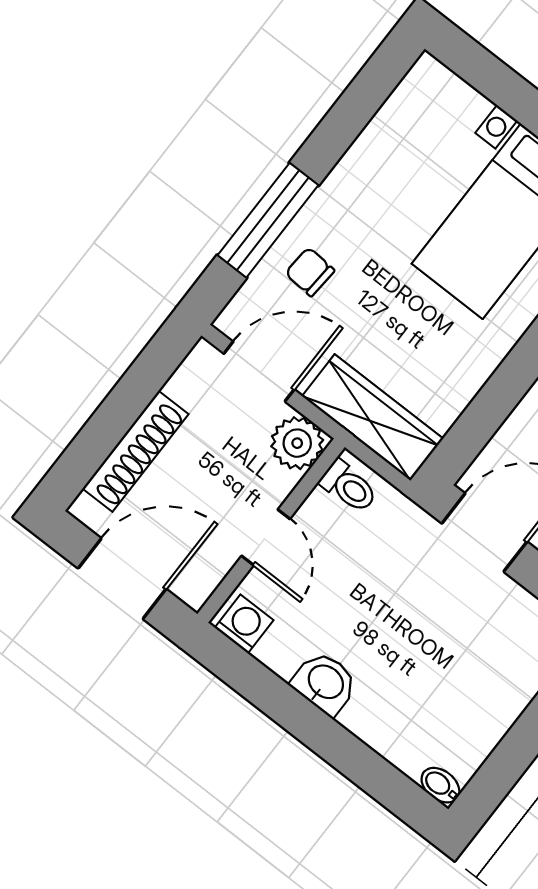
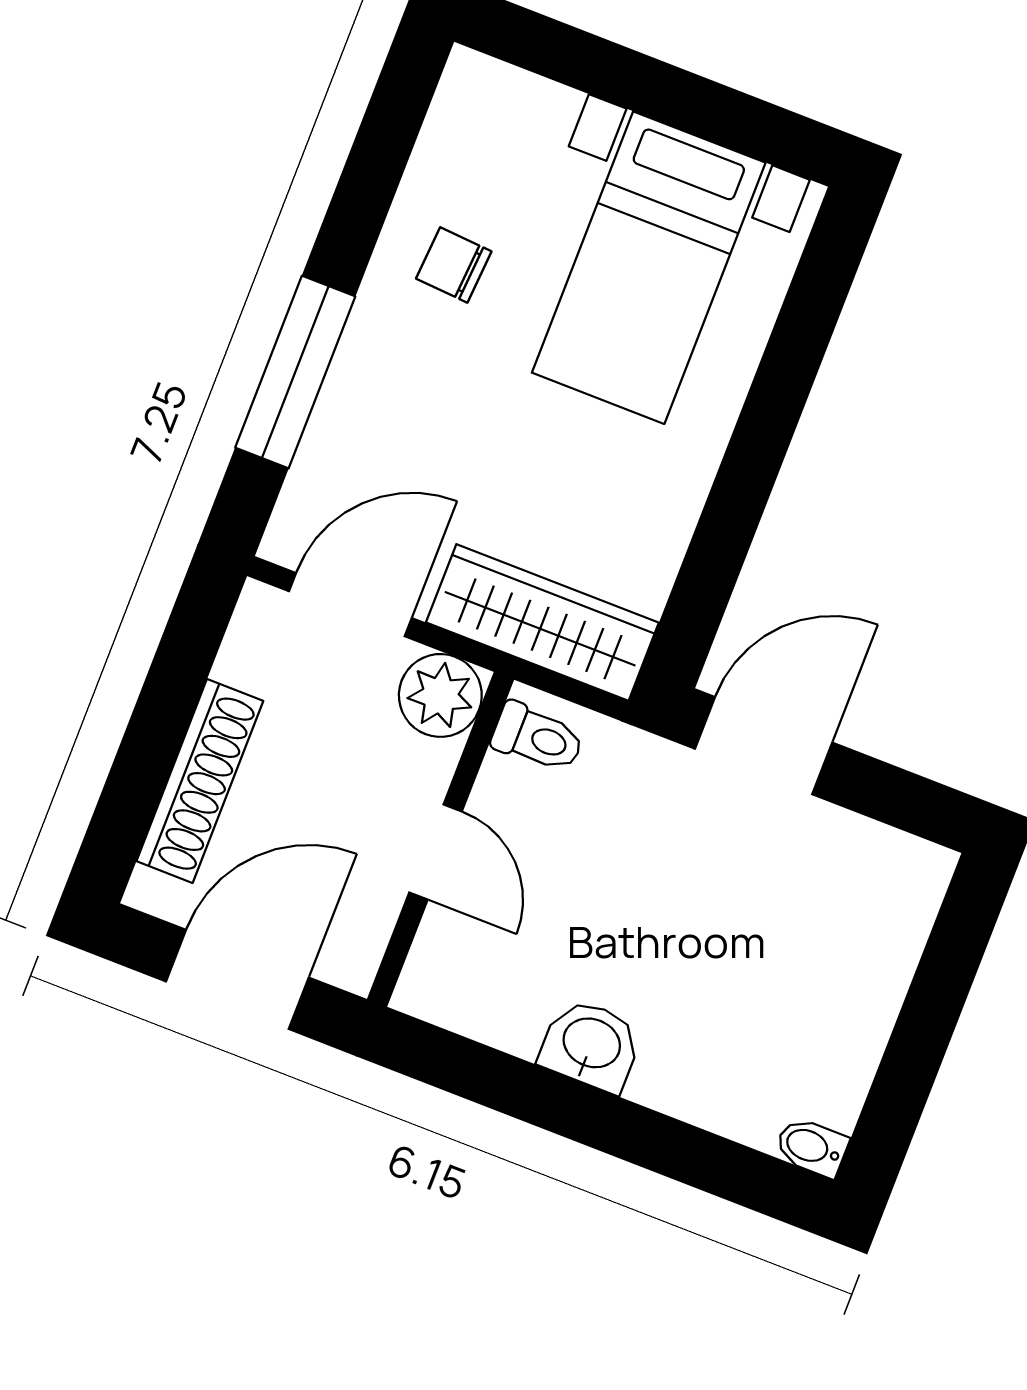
chair: (310, 272) -> (454, 265), moved
washing machine: (244, 624) -> (442, 992), removed

